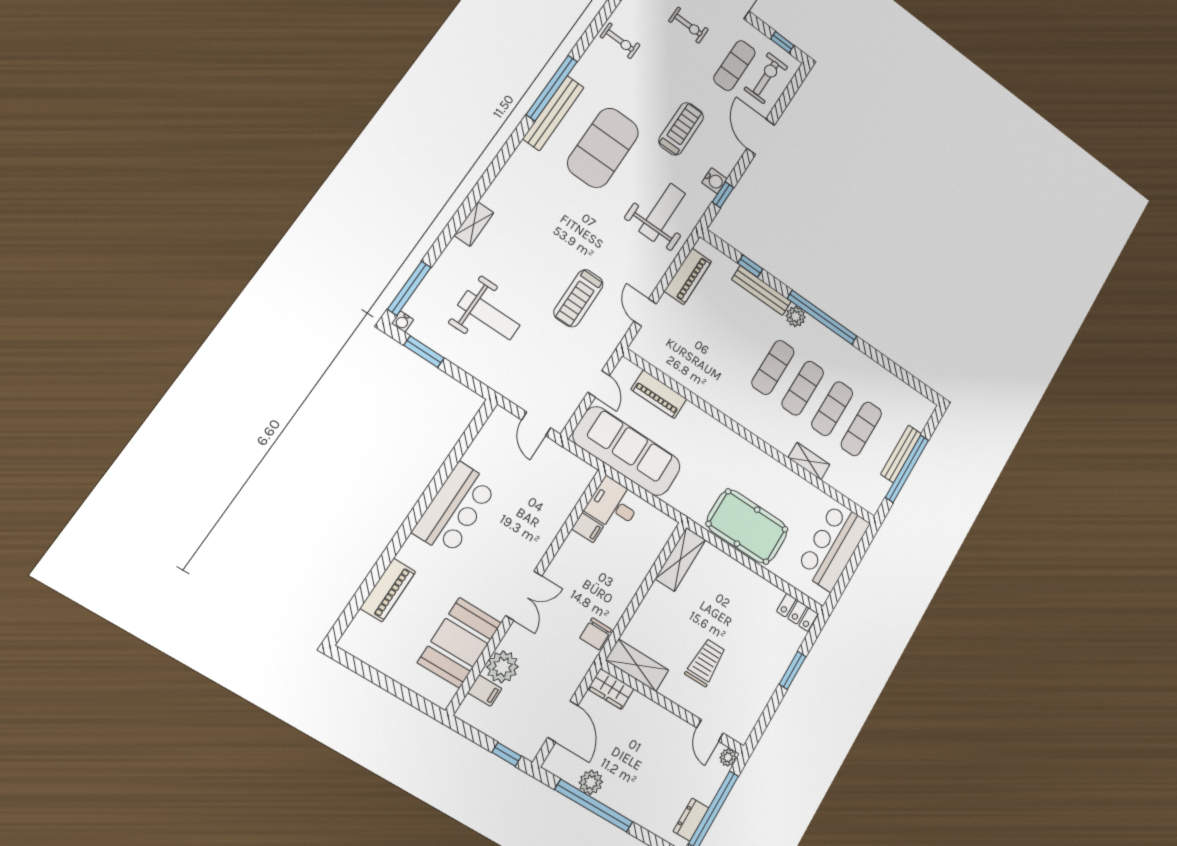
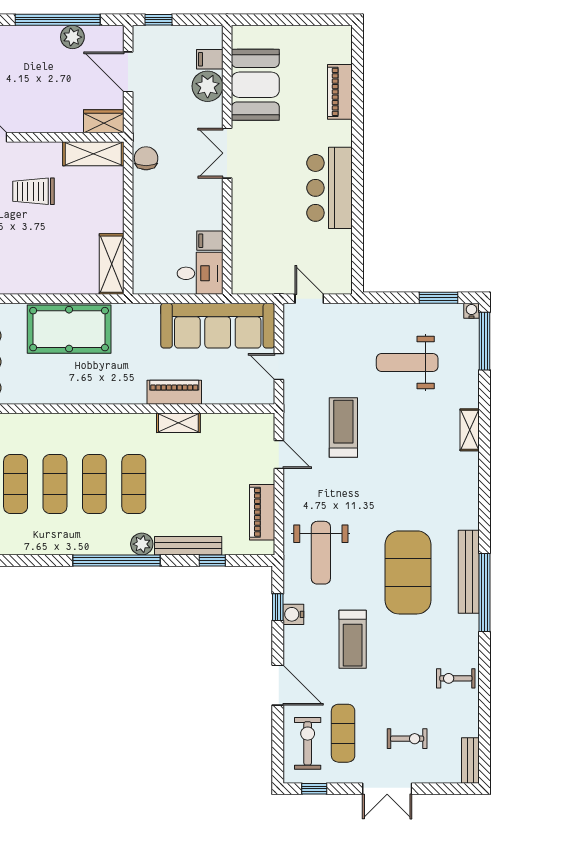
exercise bike: (688, 25) -> (407, 739), turned 180
exercise bike: (766, 78) -> (308, 743), turned 180
piano: (659, 394) -> (174, 392), moved
shelving: (809, 461) -> (178, 423), moved
trolley: (706, 663) -> (33, 191), turned 90

